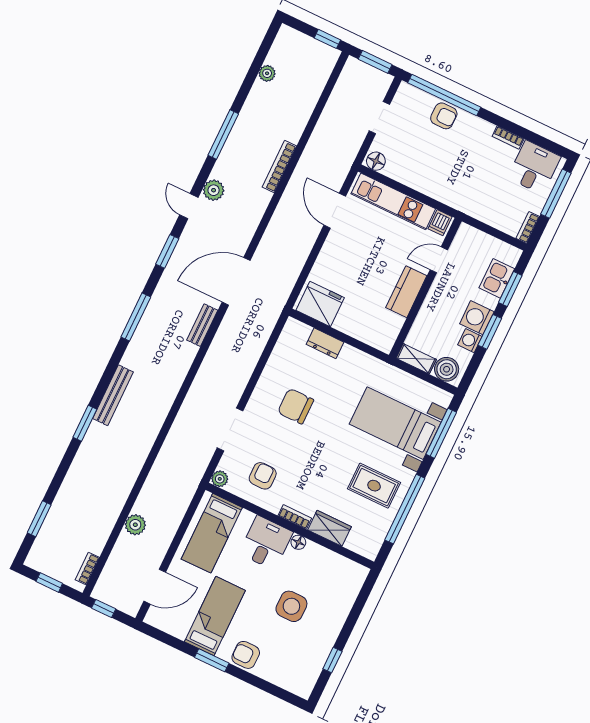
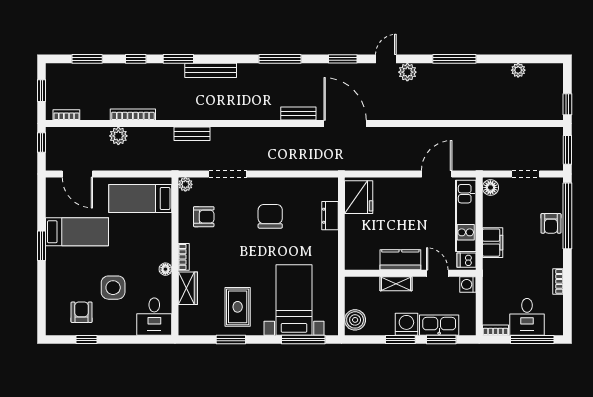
bookcase: (279, 167) -> (133, 114), moved
desk: (534, 167) -> (527, 317), moved, turned 90
filing cabinet: (435, 187) -> (493, 243), added
kitchen sink: (497, 278) -> (439, 325), width x1.38
washing machine: (470, 341) -> (468, 284), moved, turned -90
shelving: (416, 359) -> (396, 284), moved, turned 90
bench: (170, 447) -> (192, 134), added
window: (63, 468) -> (136, 59), added
window: (405, 509) -> (231, 340), width x0.47
desk: (266, 543) -> (154, 317), moved, turned 90
armchair: (246, 655) -> (82, 312), moved

